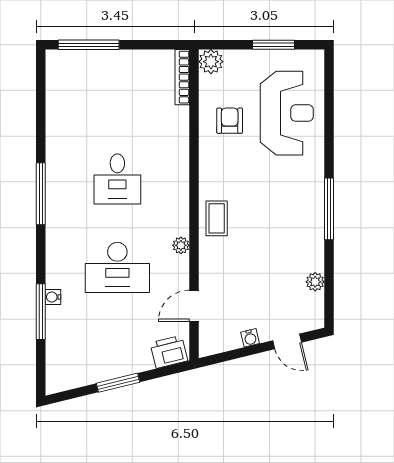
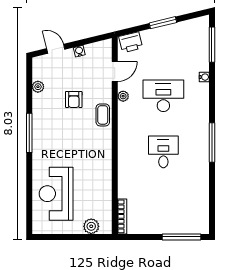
window: (274, 45) -> (64, 237), removed
plant: (211, 62) -> (91, 226), moved
armchair: (230, 121) -> (74, 99), moved
coffee table: (217, 218) -> (103, 115), moved
plant: (181, 245) -> (123, 96), moved
window: (41, 312) -> (212, 45), moved

